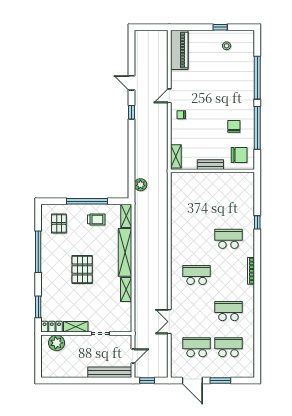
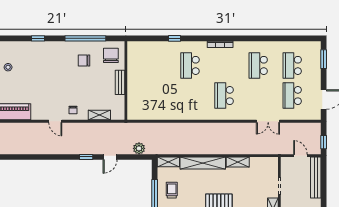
window: (257, 78) -> (38, 38), width x0.32
door: (131, 83) -> (110, 157), moved
window: (131, 112) -> (86, 157), moved
shelving: (176, 156) -> (99, 115), moved
window: (220, 381) -> (324, 59), moved

